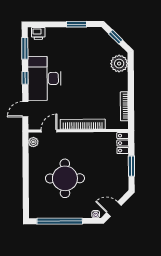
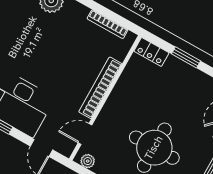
door: (49, 131) -> (85, 134), hinge flipped

